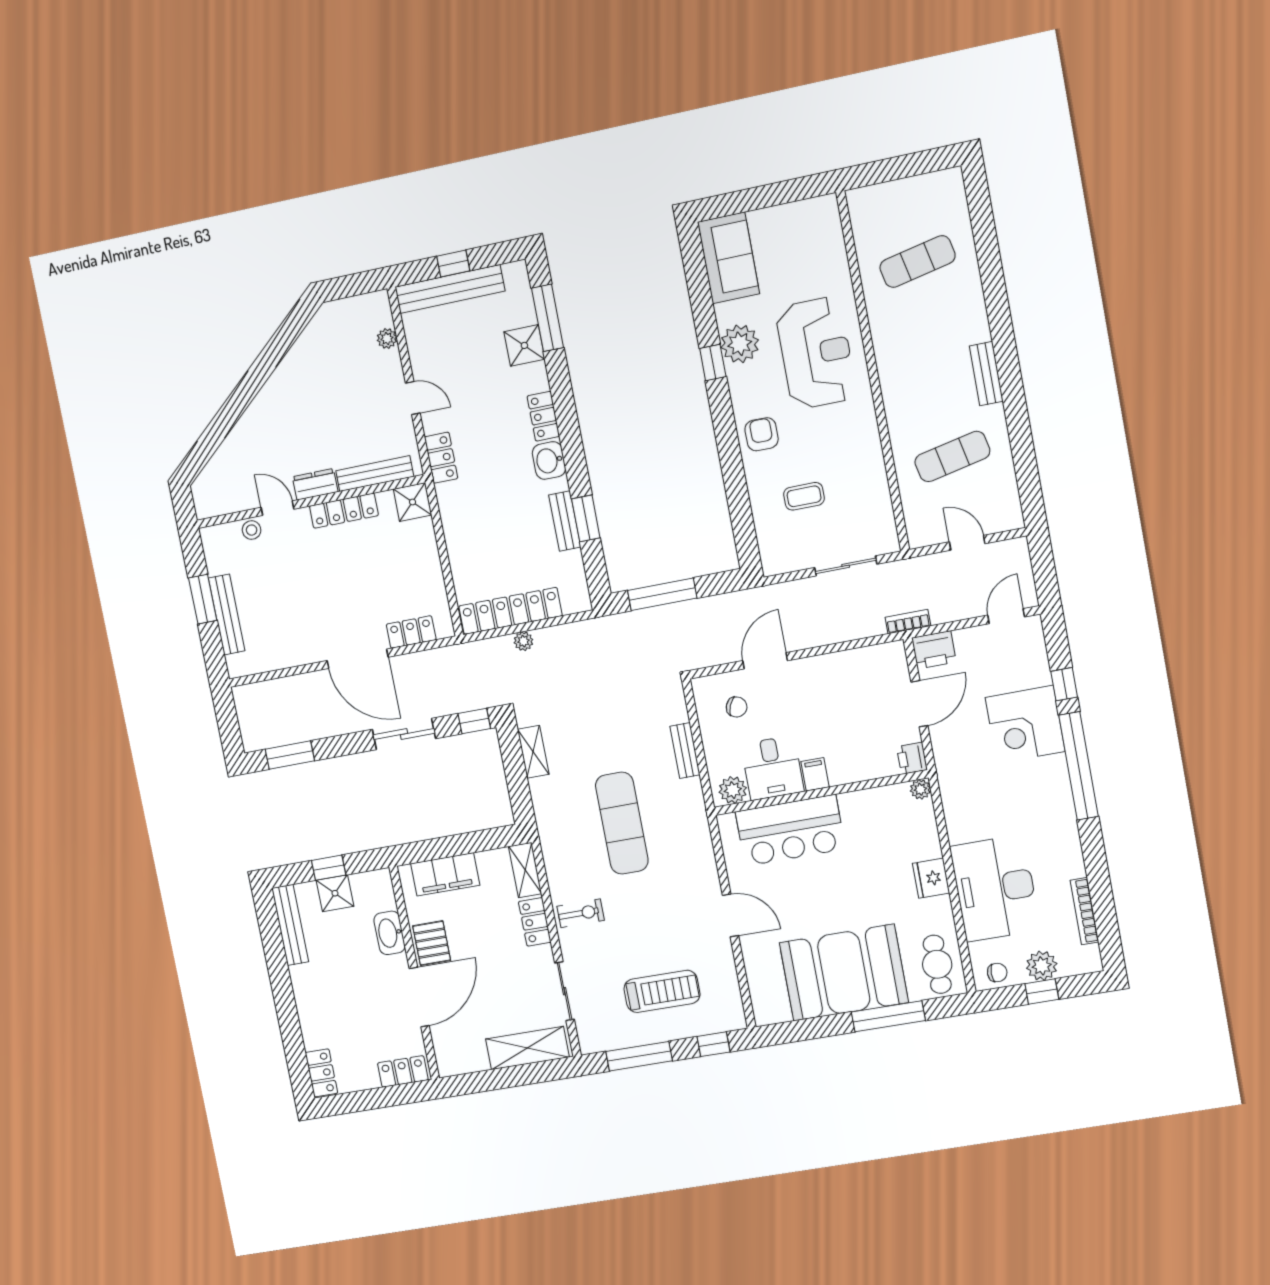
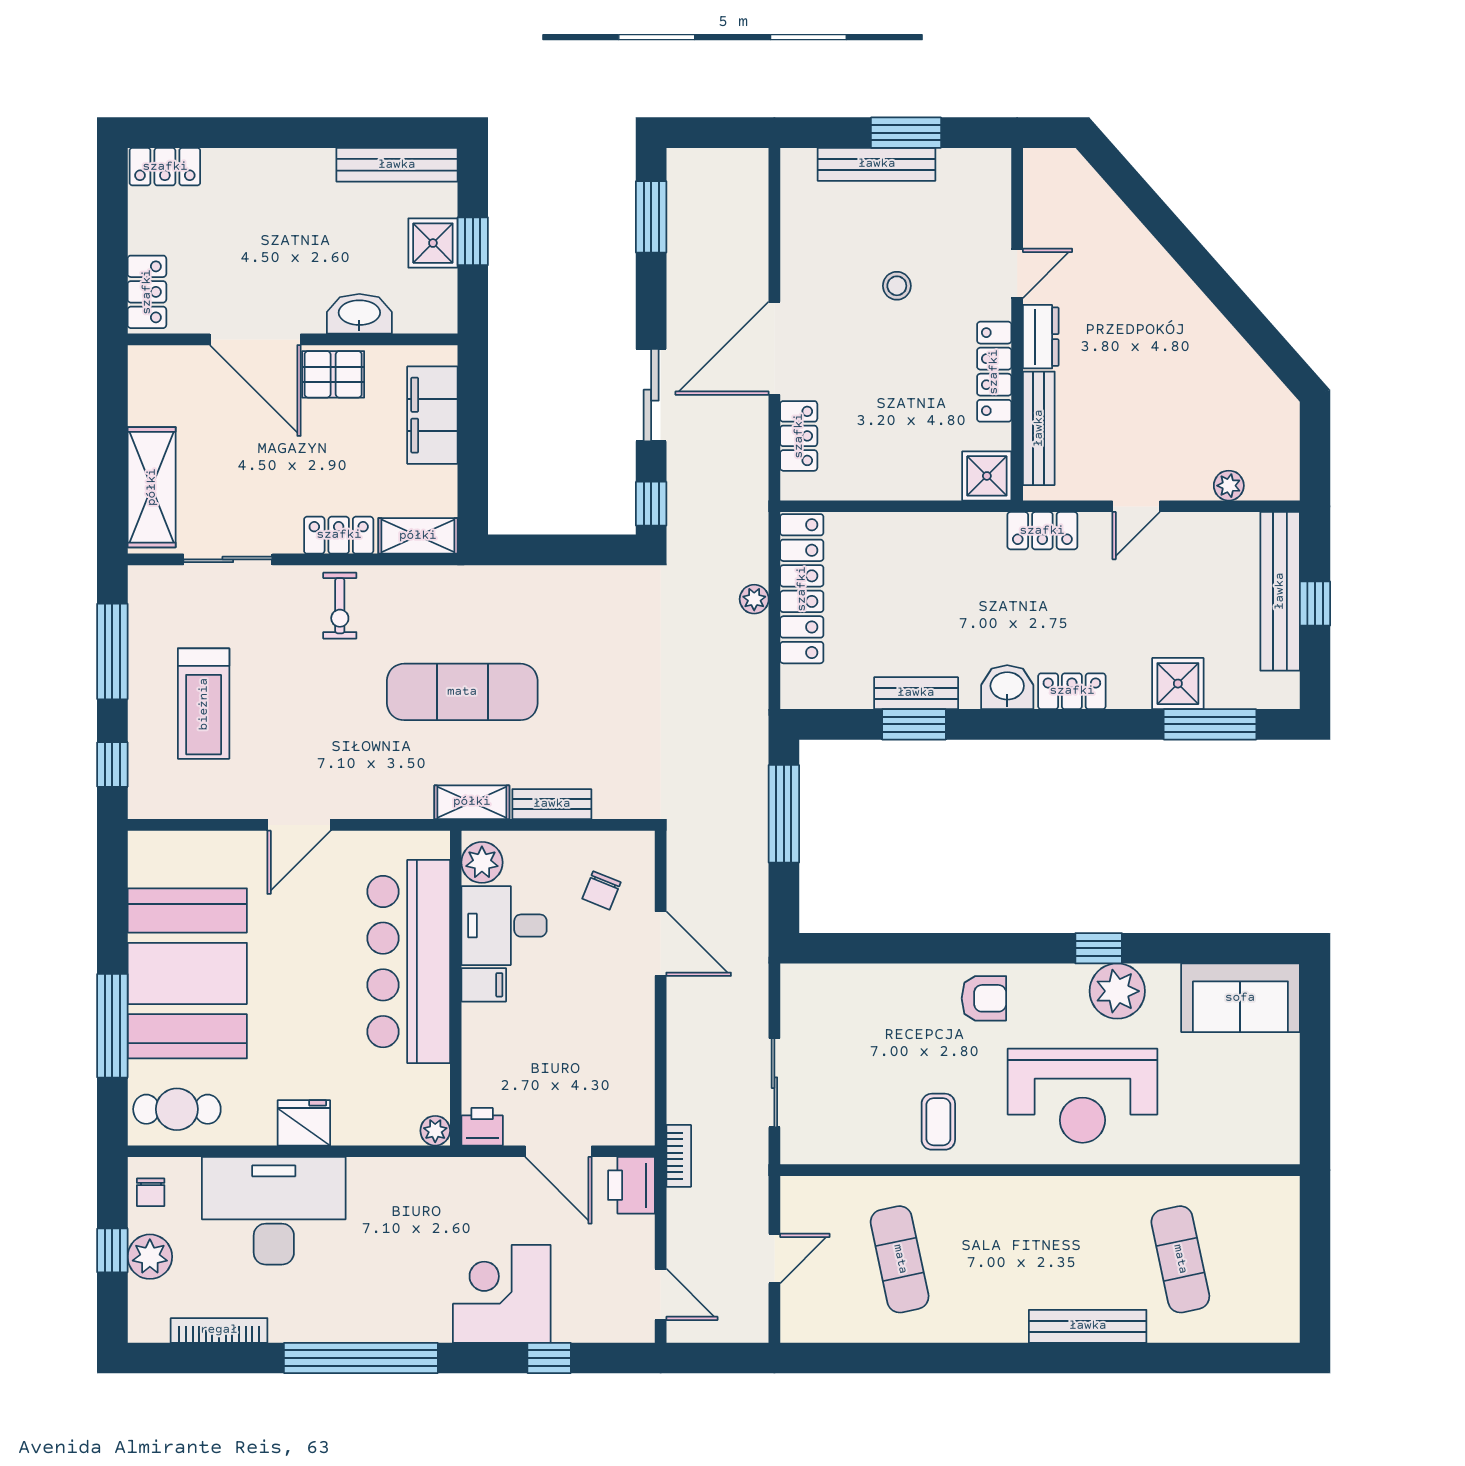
bench: (986, 374) -> (1088, 1326), moved, width x1.36
coffee table: (804, 496) -> (938, 1122), moved
stool: (252, 530) -> (897, 286), moved
shelving: (533, 752) -> (472, 802), moved
window: (1079, 766) -> (361, 1358), moved
bar counter: (790, 830) -> (409, 962), width x1.36

